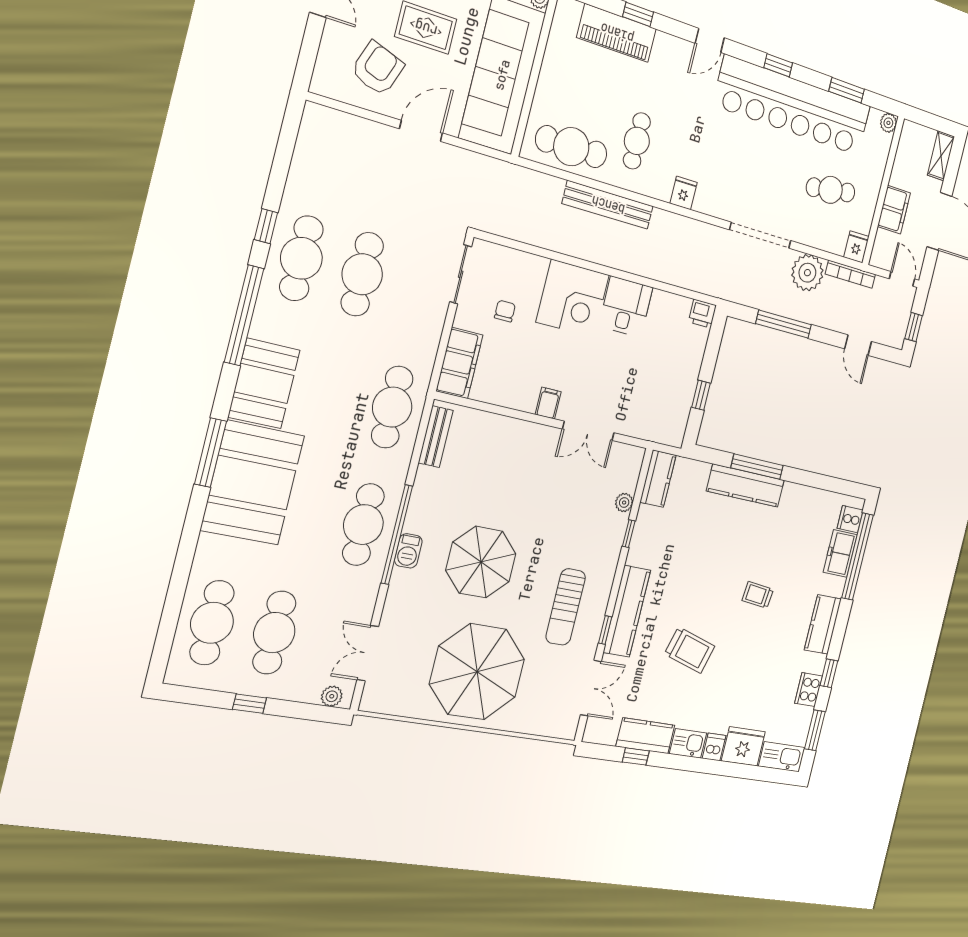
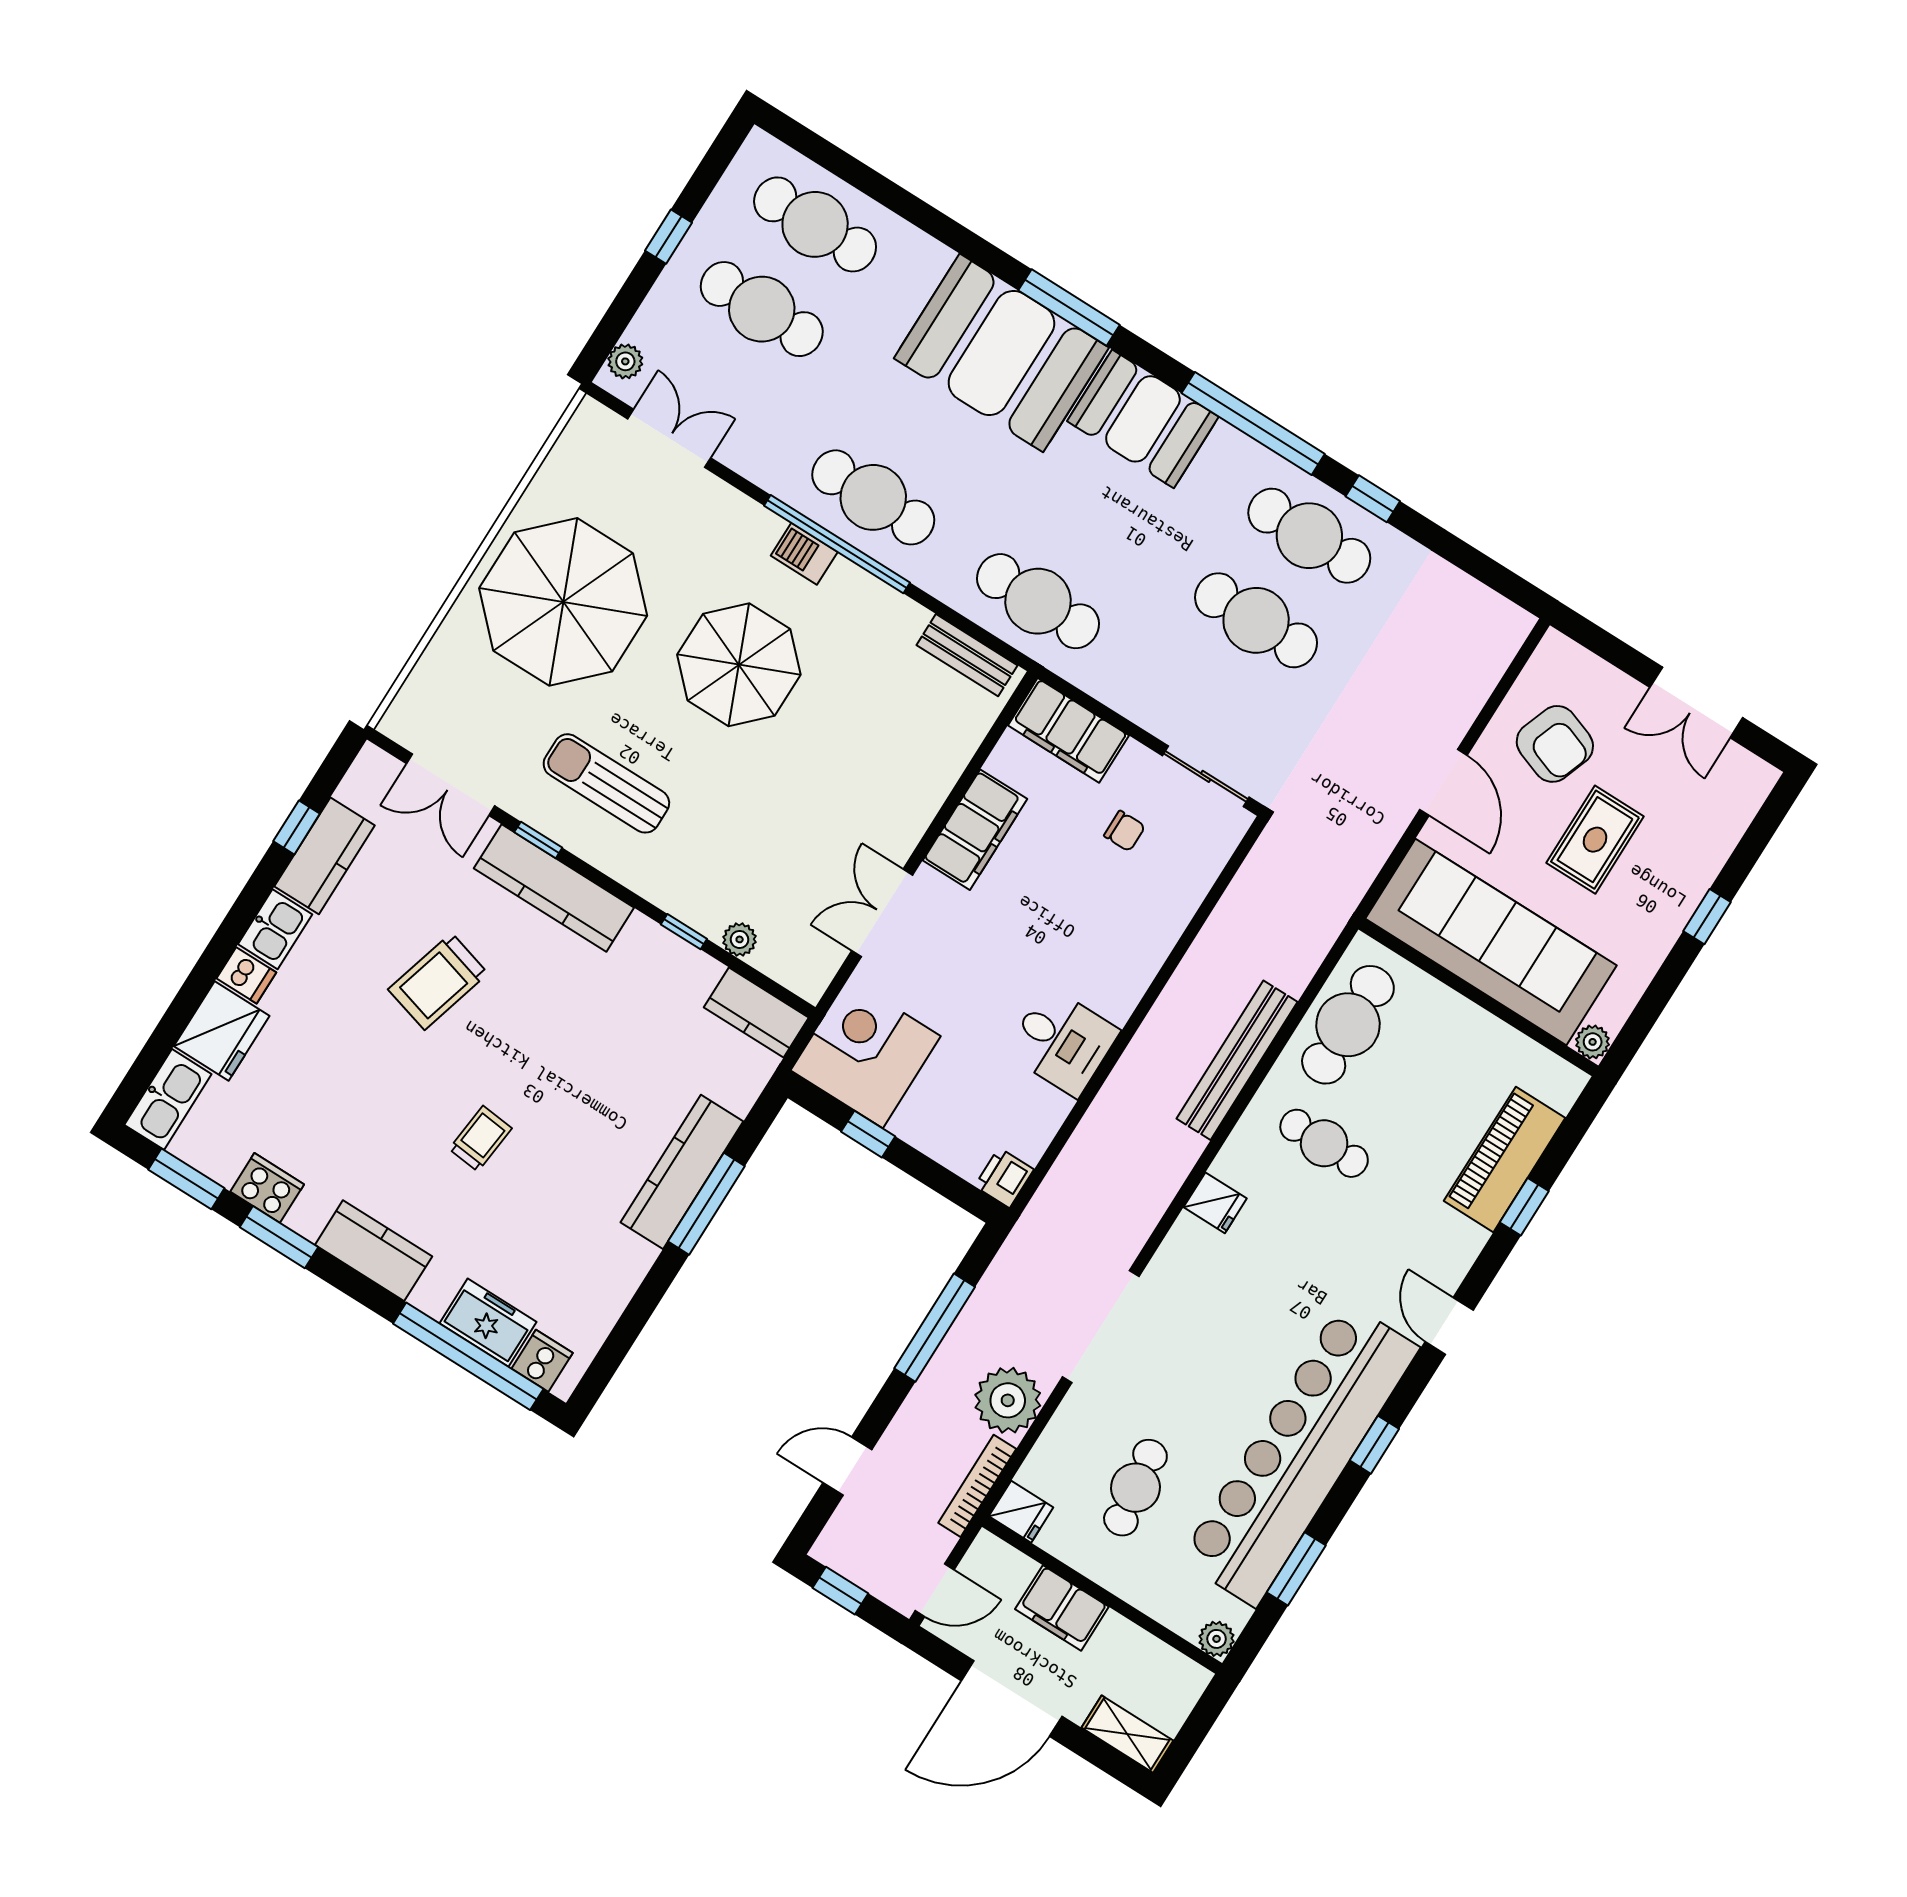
corner desk: (573, 298) -> (866, 1053), moved, turned 90
filing cabinet: (548, 403) -> (975, 830), width x3.00, depth x1.17
window: (829, 673) -> (279, 1237), width x1.50

